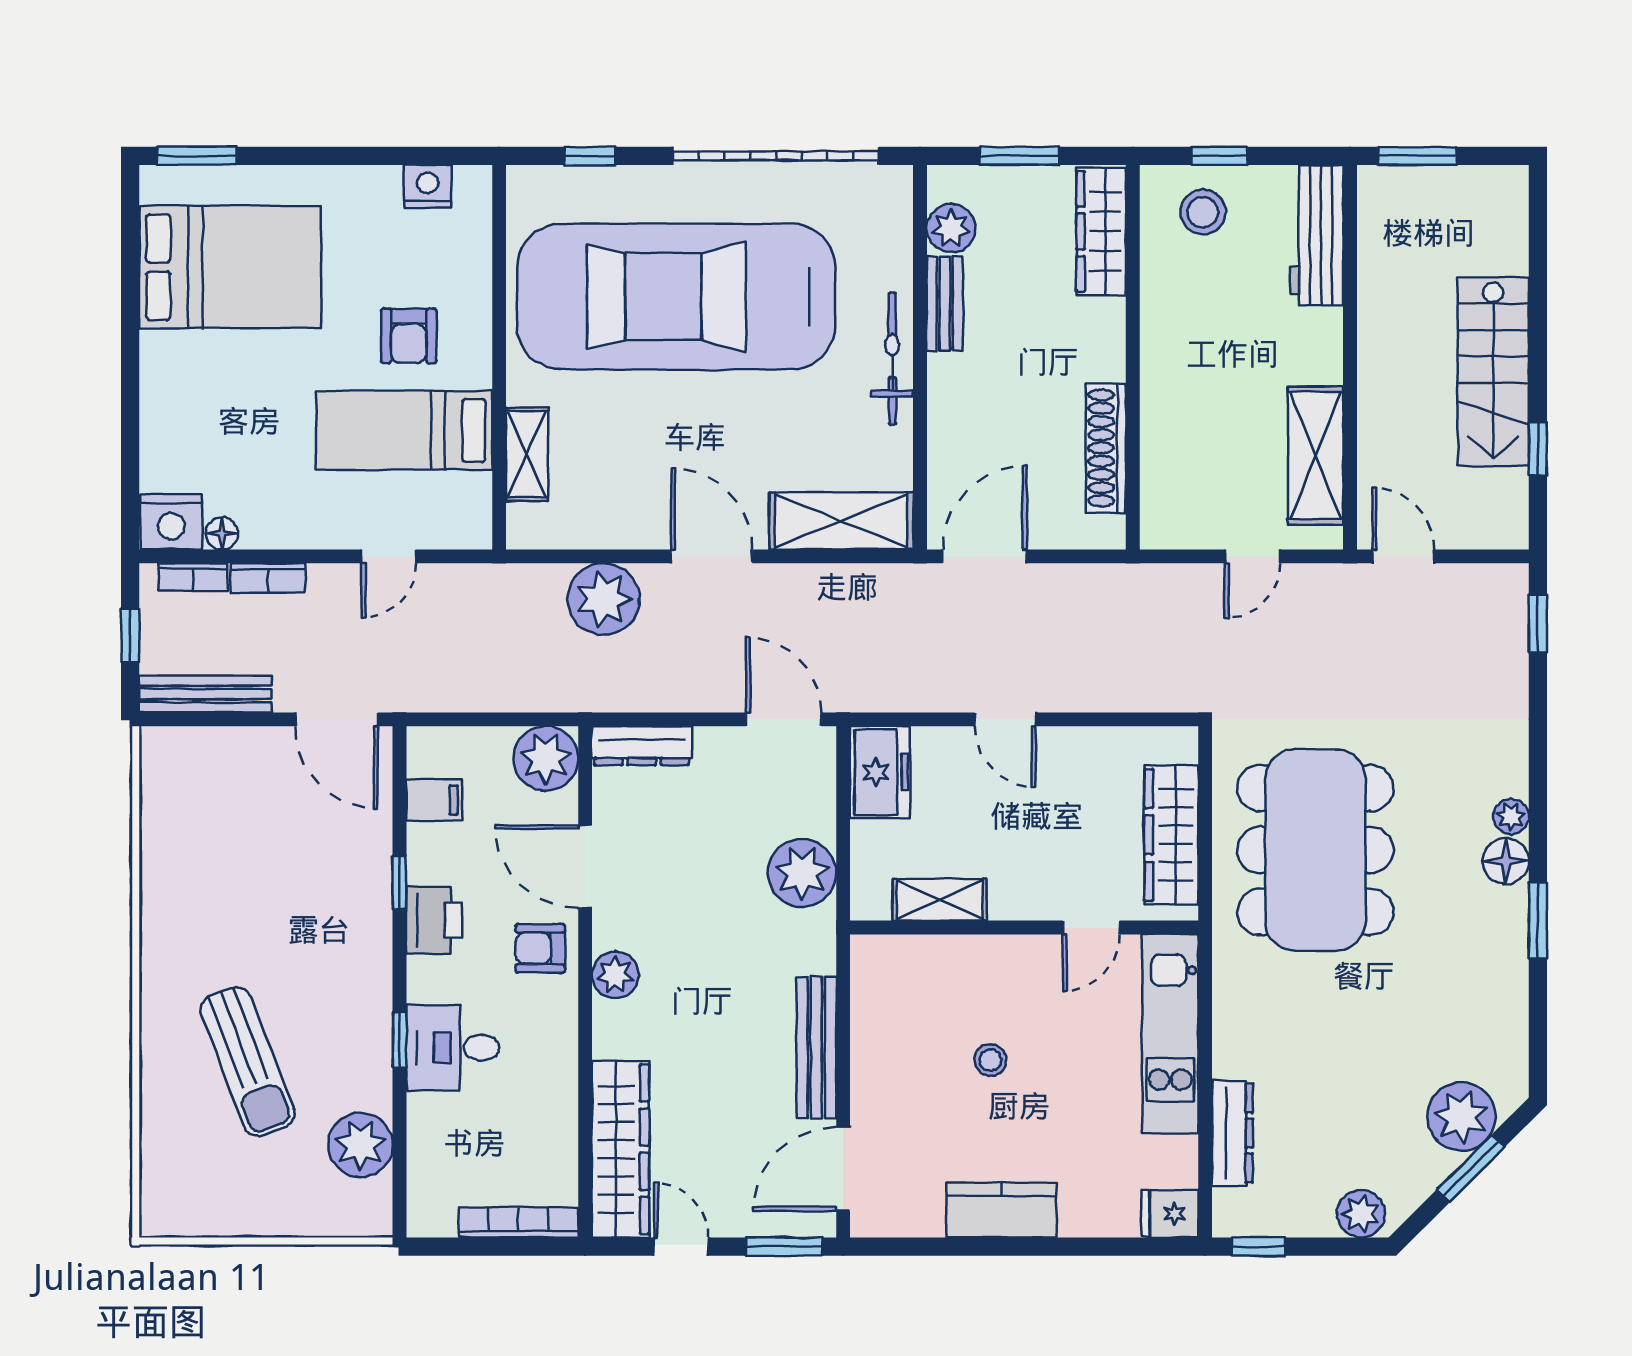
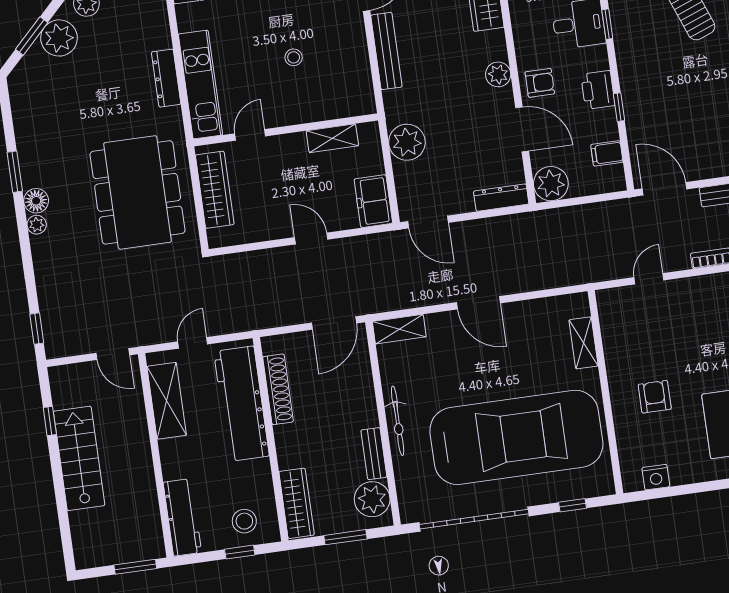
plant: (951, 228) -> (372, 499), width x1.36, depth x1.36
bed: (404, 430) -> (650, 346), removed
workbench: (1178, 431) -> (241, 404), added
shelving: (841, 521) -> (399, 329), width x0.67, depth x0.75
plant: (604, 599) -> (532, 272), removed
plant: (1461, 1117) -> (59, 38), moved
dresser: (1232, 1133) -> (166, 78), moved

